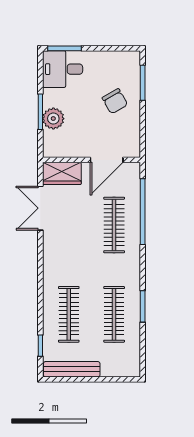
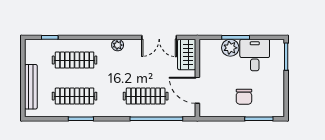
desk: (63, 69) -> (255, 55), moved
chair: (115, 101) -> (244, 97), turned -60
double door: (40, 208) -> (159, 37), swing flipped
plant: (50, 260) -> (118, 45), added
bench: (72, 369) -> (31, 87), moved

